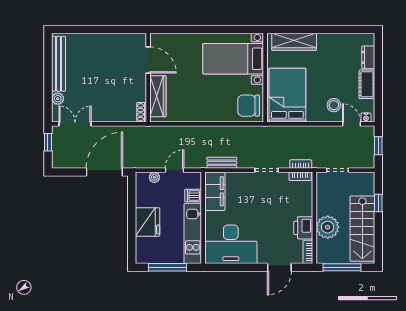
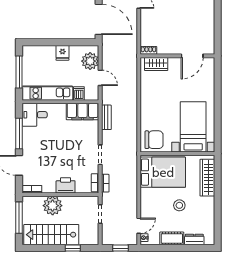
wardrobe: (158, 96) -> (156, 64), width x0.67
stool: (334, 105) -> (179, 205), moved
chair: (249, 106) -> (154, 140), turned 90
plant: (154, 177) -> (90, 61), width x1.88, depth x1.88
fridge: (148, 222) -> (62, 53), width x0.53, depth x0.75
printer: (303, 228) -> (66, 185), moved
desk: (231, 244) -> (35, 115), width x0.53, depth x0.77
window: (241, 267) -> (19, 134), added

